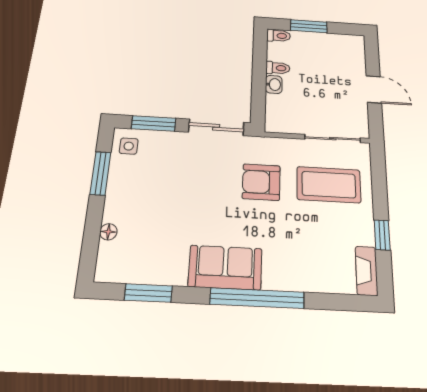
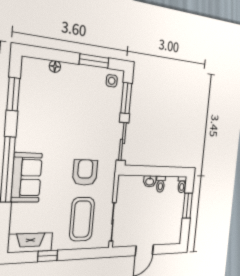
sofa: (225, 267) -> (27, 178), moved
fireplace: (366, 271) -> (30, 243), width x1.37, depth x1.32

